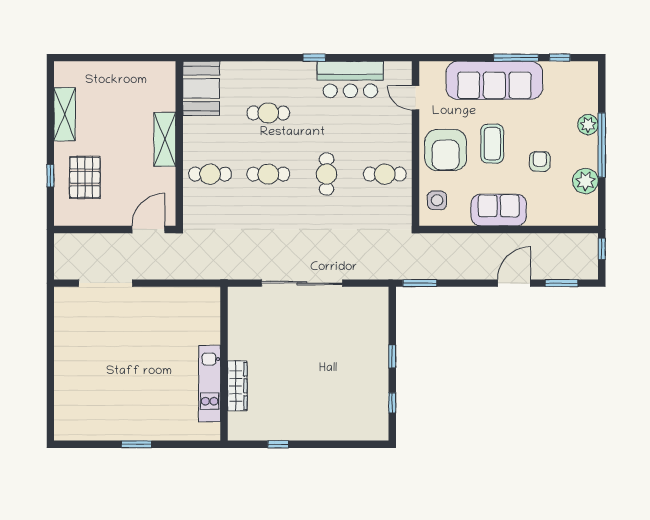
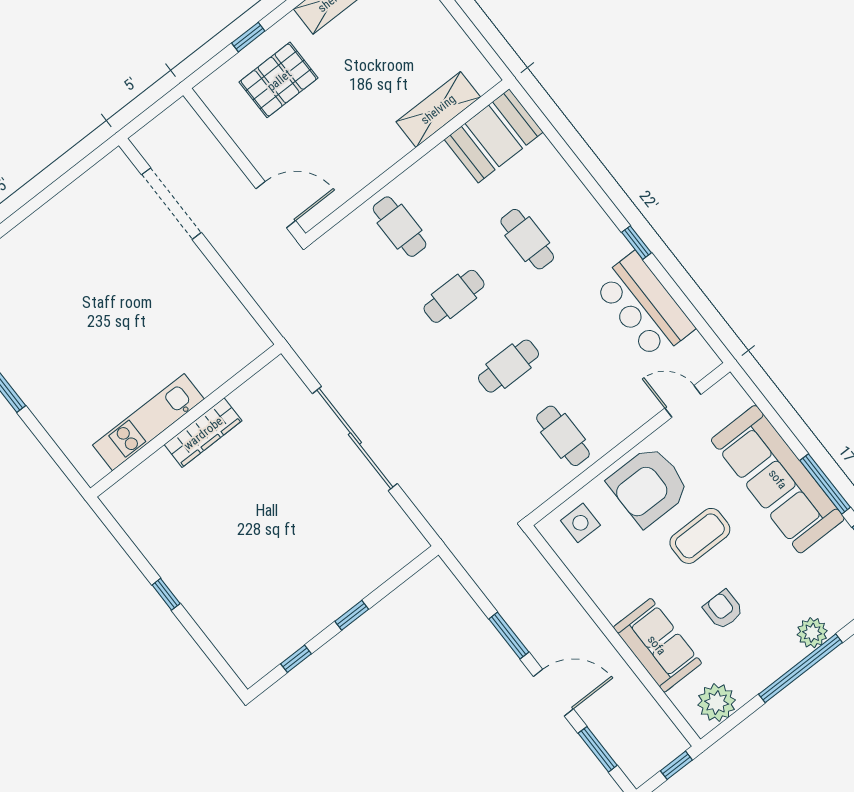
door: (416, 98) -> (683, 401), hinge flipped
shelving: (165, 139) -> (438, 109), moved
armchair: (540, 161) -> (723, 610), turned -90
cafe table: (268, 174) -> (454, 296), turned 90
plant: (585, 181) -> (717, 703), moved
sofa: (499, 210) -> (657, 645), moved
window: (420, 283) -> (509, 635), moved
wardrobe: (237, 386) -> (203, 433), moved
window: (278, 444) -> (166, 594), moved

